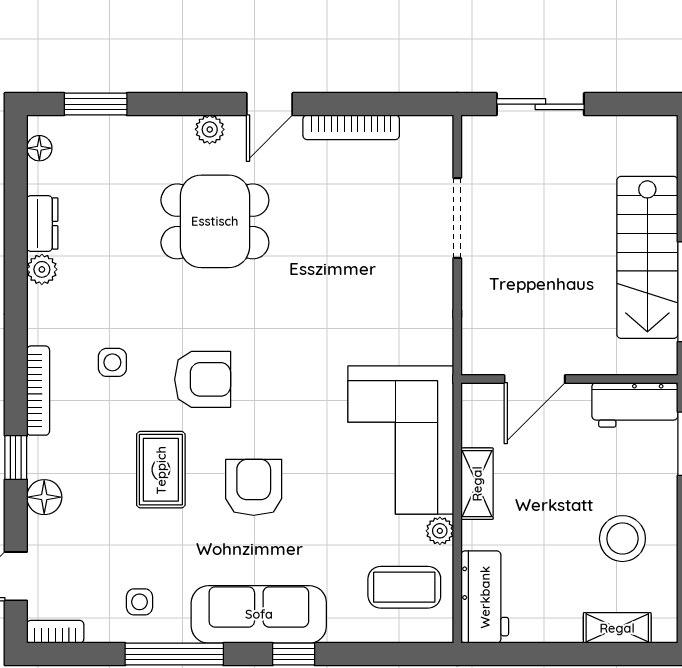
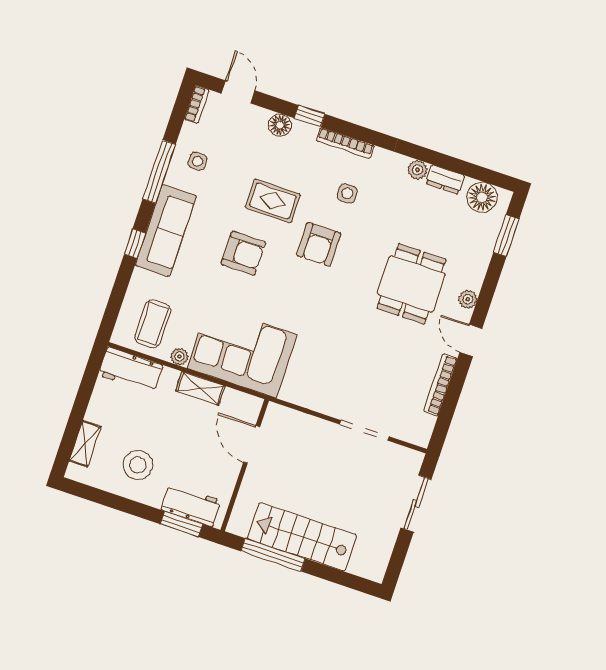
floor lamp: (39, 148) -> (482, 197), width x1.89, depth x1.89
workbench: (635, 405) -> (191, 505), moved, turned 90

